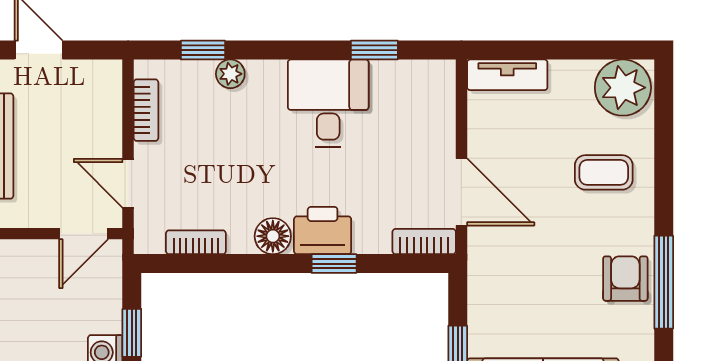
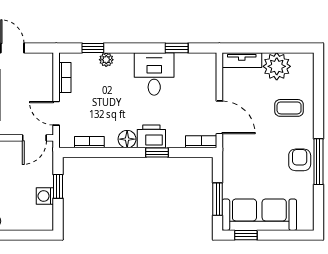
plant: (623, 88) -> (277, 66), moved

